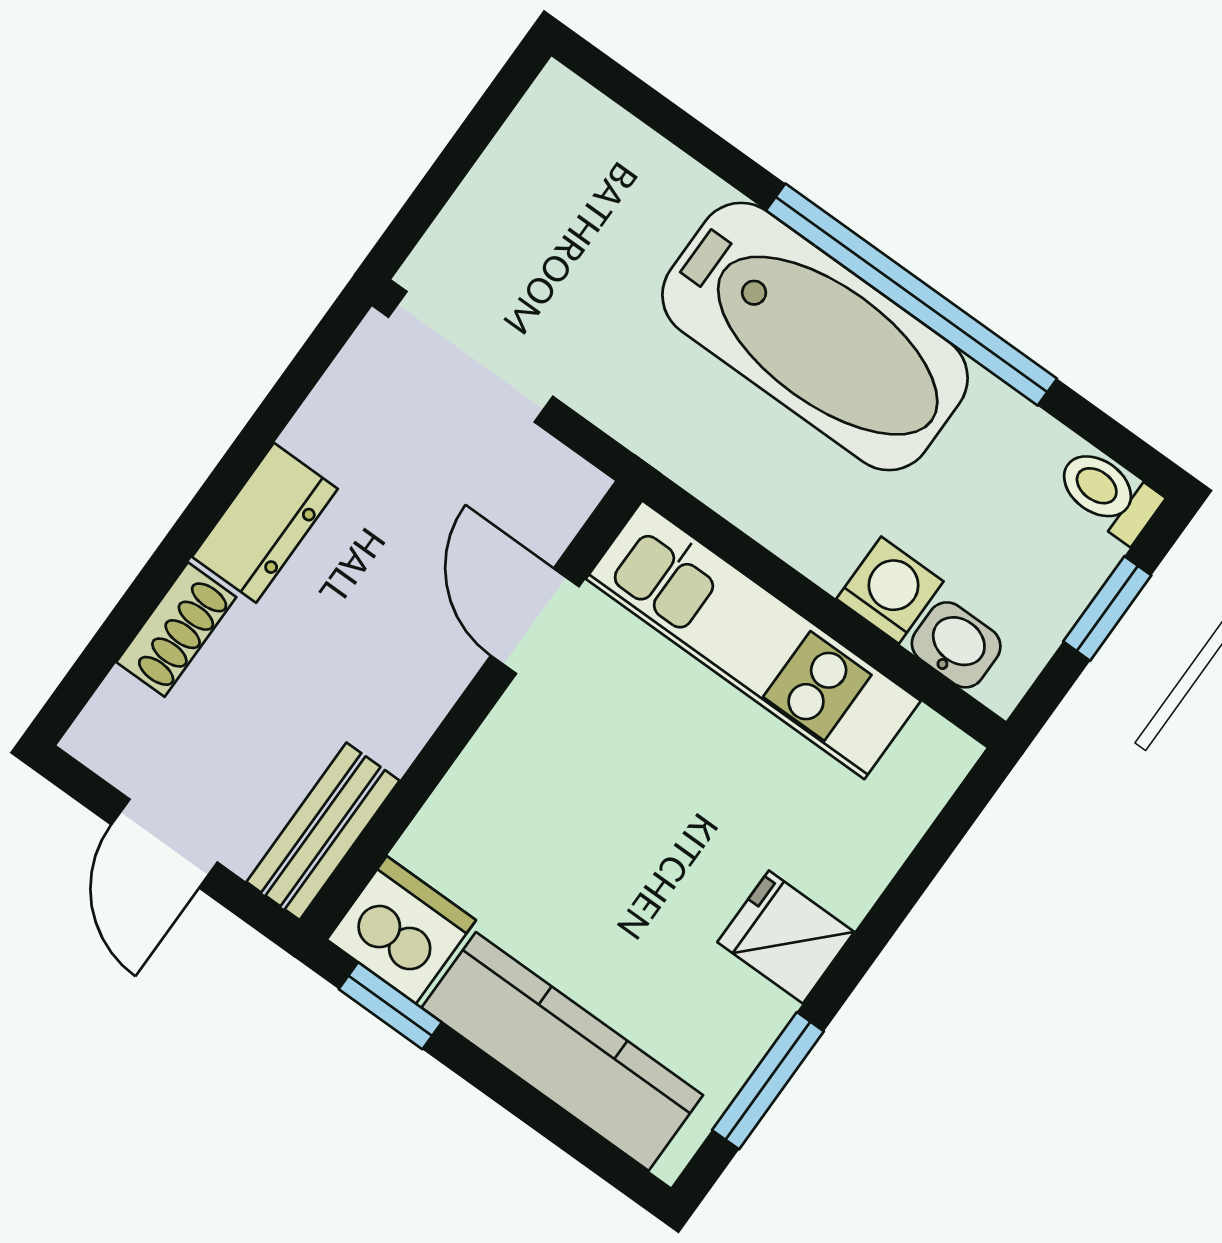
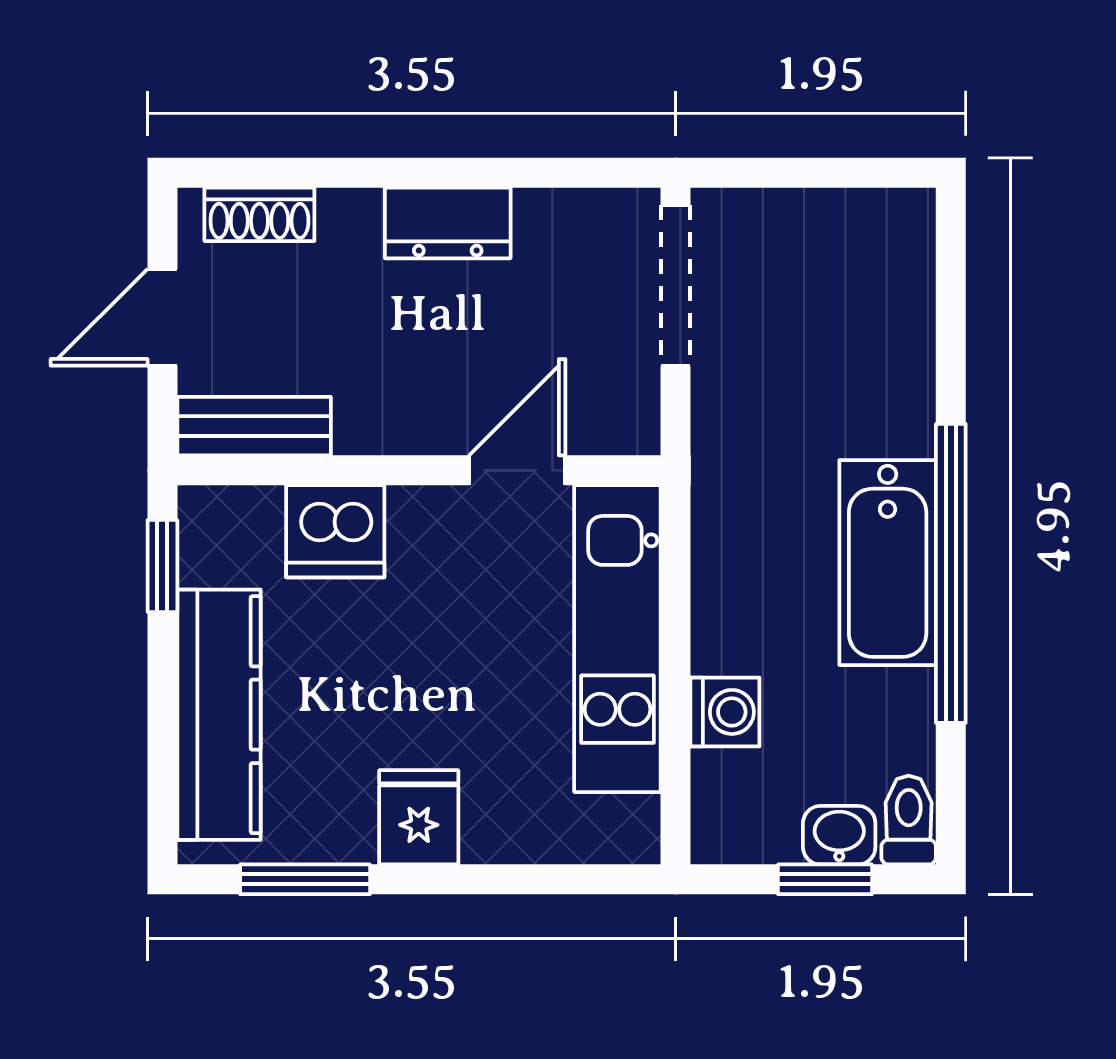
bathtub: (815, 336) -> (888, 563), width x0.73, depth x0.73
shoe rack: (176, 630) -> (259, 214), moved
washbasin: (956, 645) -> (839, 835), moved, turned -90
dishwasher: (401, 930) -> (335, 531), moved, turned 90

